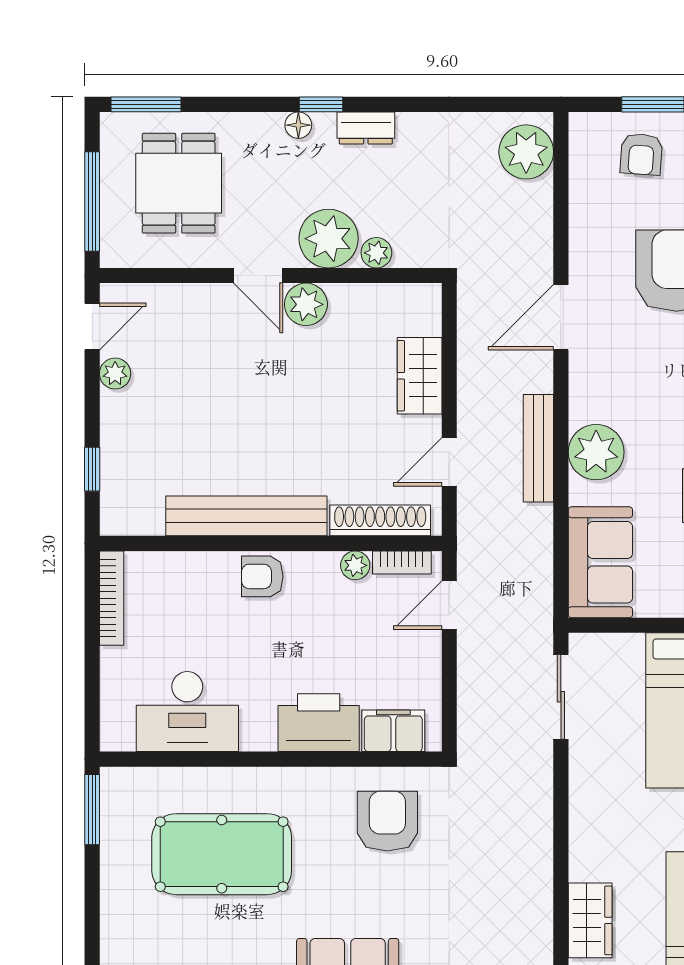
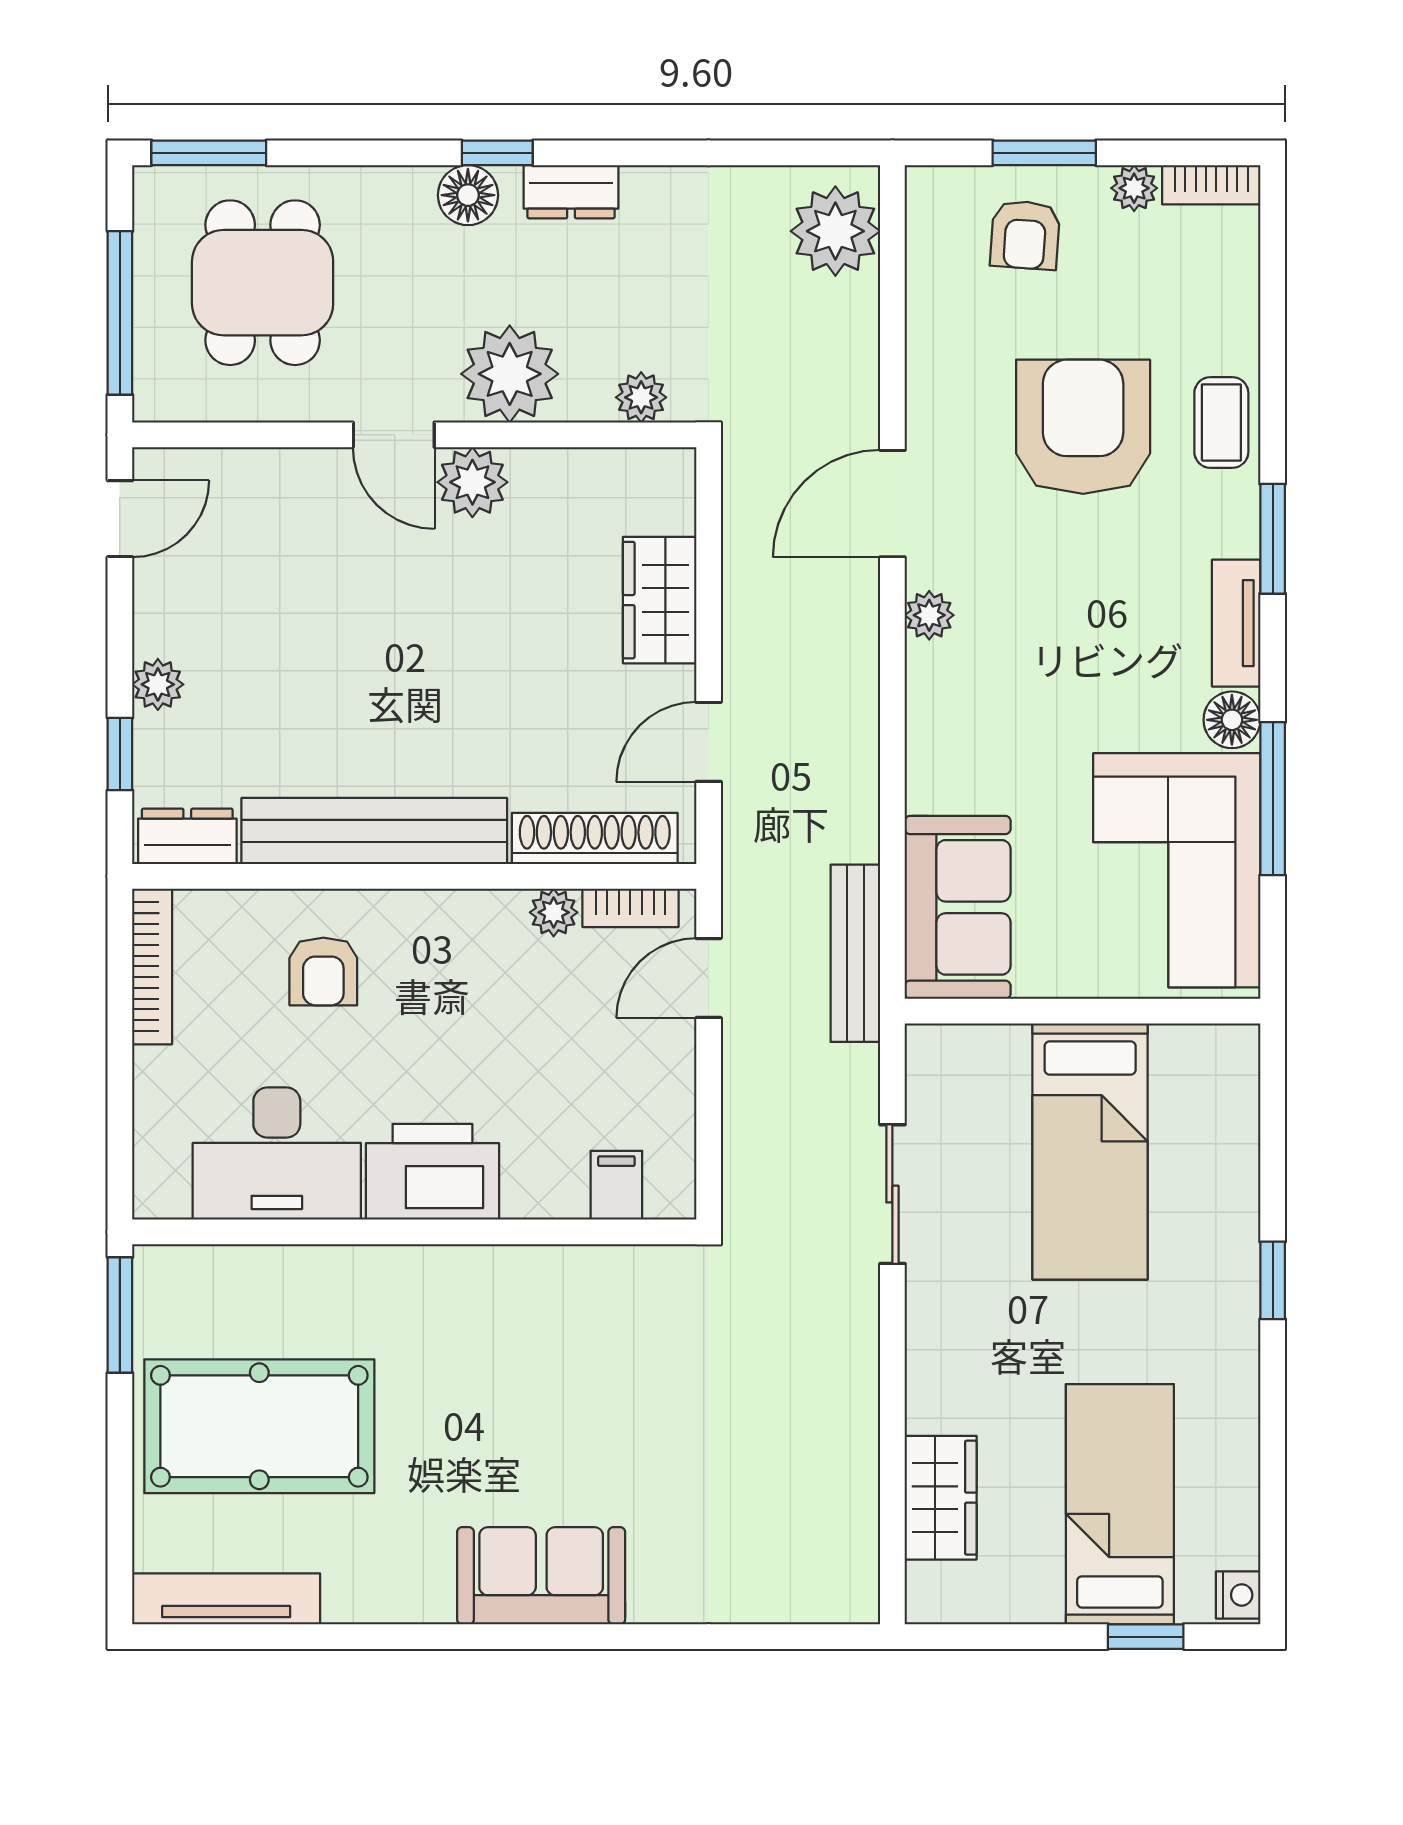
floor lamp: (298, 125) -> (468, 195), width x1.37, depth x1.37
plant: (376, 253) -> (641, 397), moved
plant: (115, 374) -> (158, 684), moved
bench: (538, 448) -> (855, 953), moved
plant: (596, 452) -> (929, 615), moved, width x0.53, depth x0.53
dresser: (133, 519) -> (187, 836), added
armchair: (262, 576) -> (323, 971), moved, turned -90
sliding door: (561, 697) -> (892, 1194), moved
printer: (319, 723) -> (432, 1172), moved
filing cabinet: (393, 731) -> (616, 1185), width x0.50
armchair: (387, 821) -> (607, 1334), removed
pool table: (222, 854) -> (259, 1426), moved

